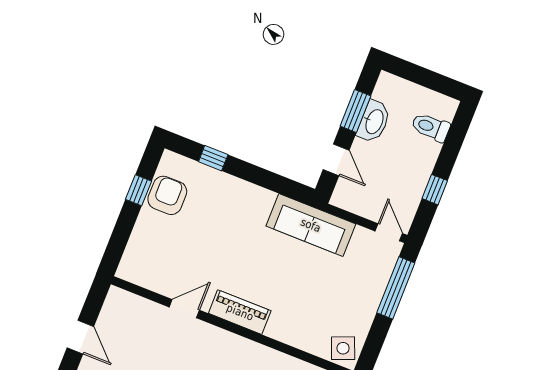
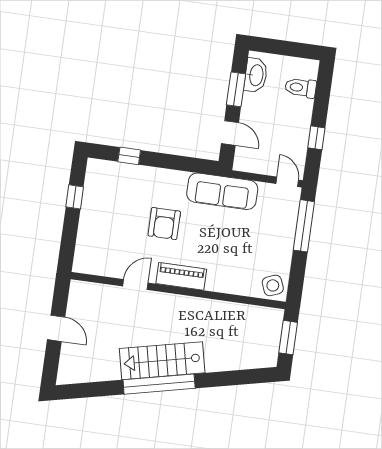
washbasin: (374, 121) -> (256, 75), moved
armchair: (167, 195) -> (164, 224), moved, turned 180

